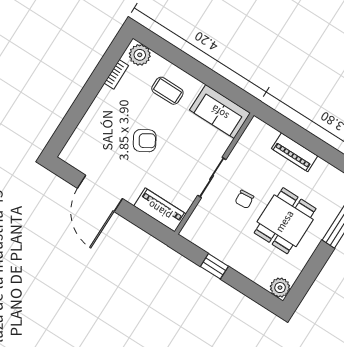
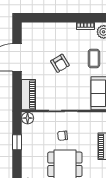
floor lamp: (191, 231) -> (28, 118), added

